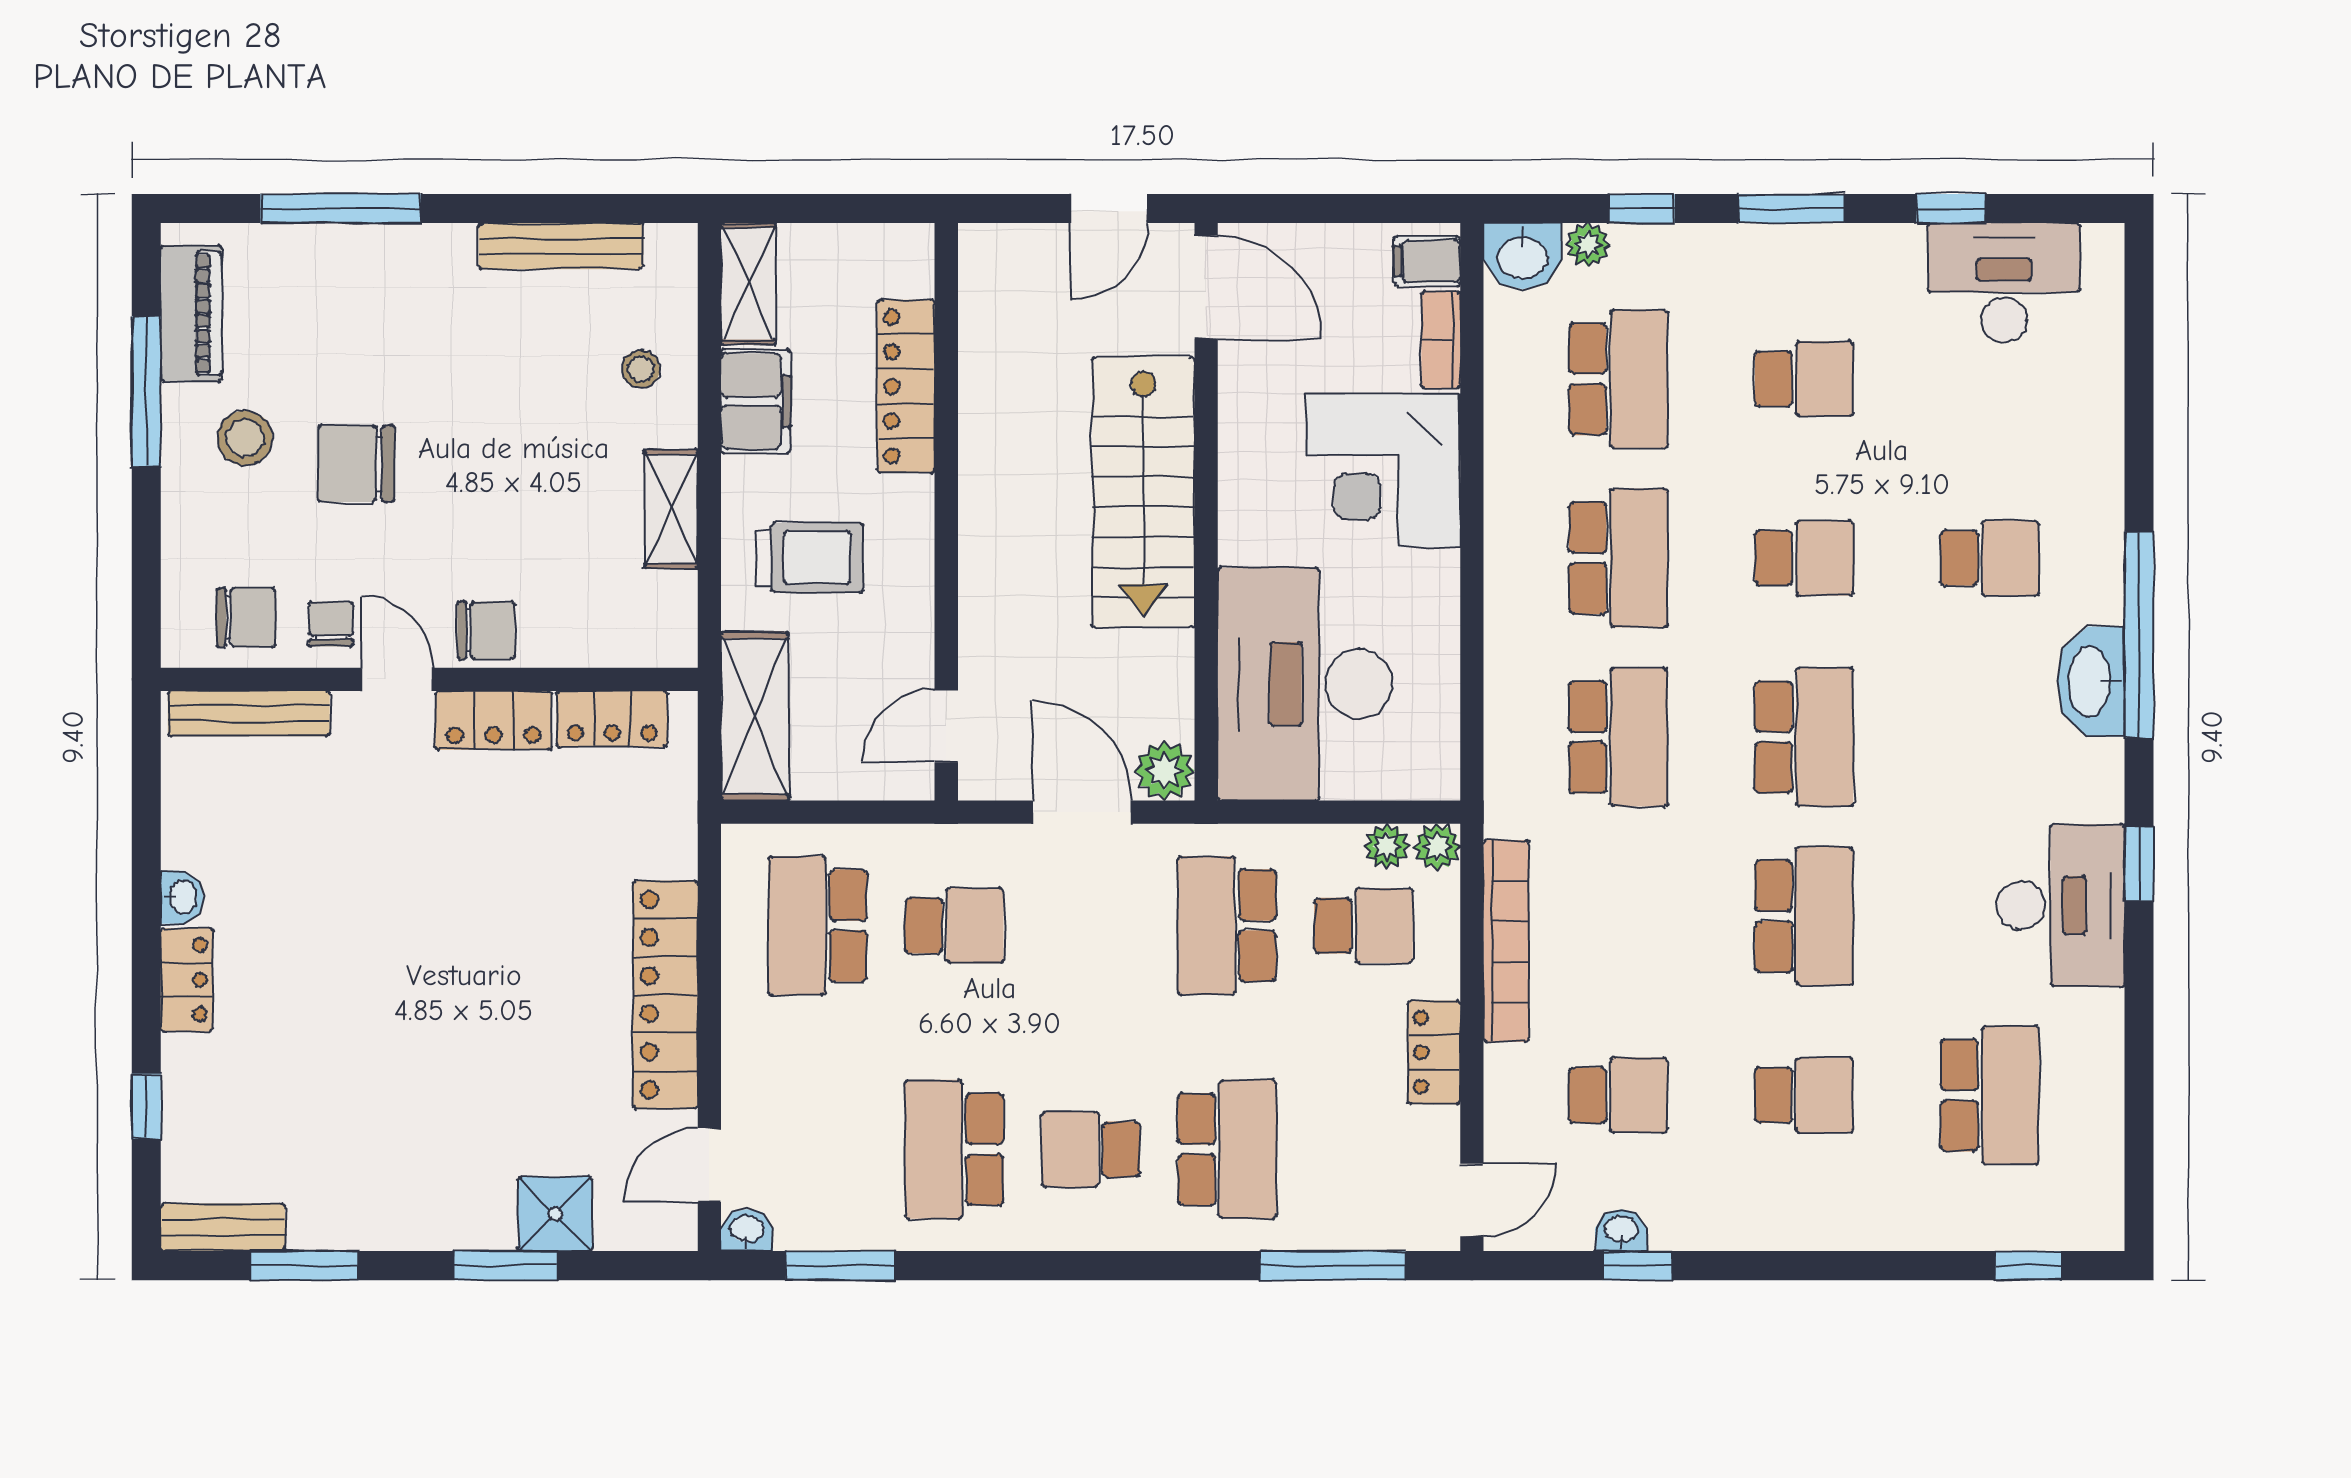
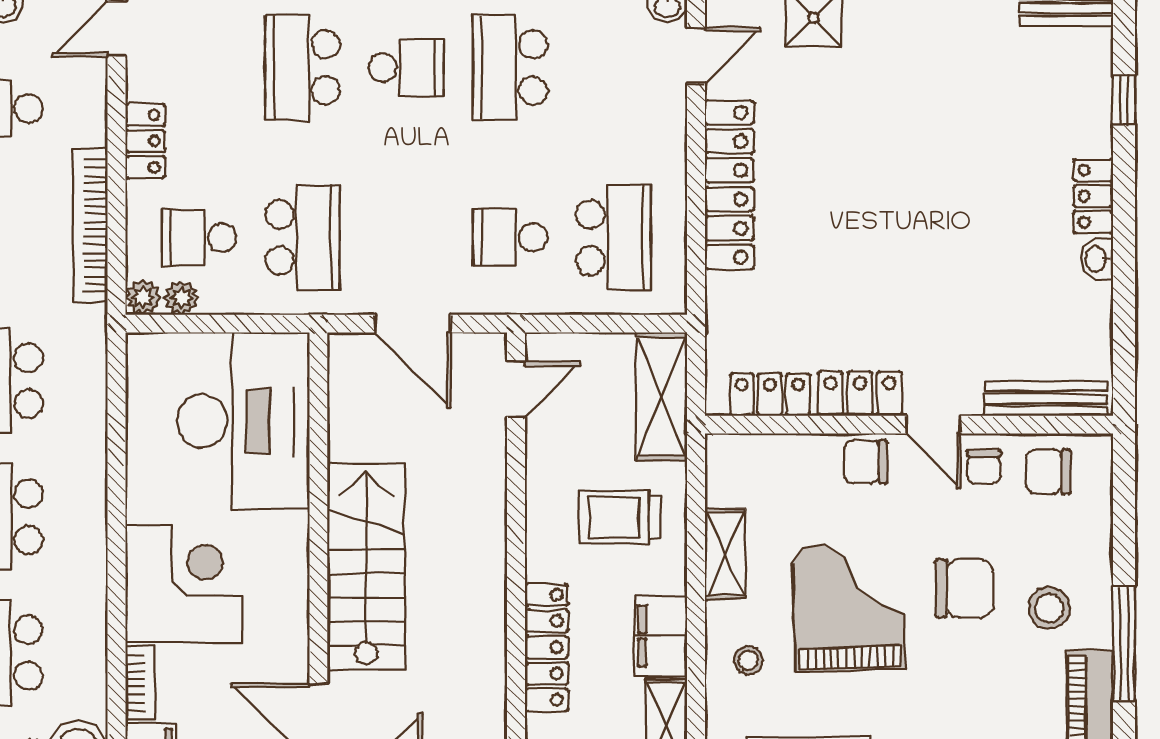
grand piano: (509, 439) -> (848, 607), added
plant: (1165, 771) -> (350, 355), removed
school desk: (954, 1149) -> (510, 67), turned 180

